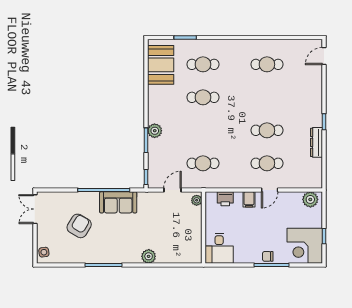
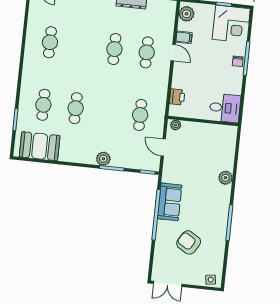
filing cabinet: (249, 199) -> (184, 37), moved

